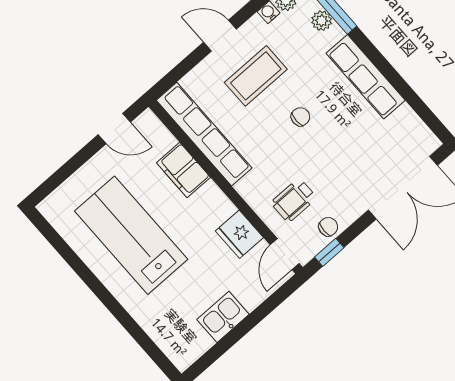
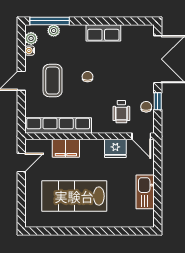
row of seats: (366, 77) -> (103, 33), width x0.68
window: (329, 252) -> (158, 101), moved
kitchen sink: (223, 317) -> (145, 192), width x1.38

